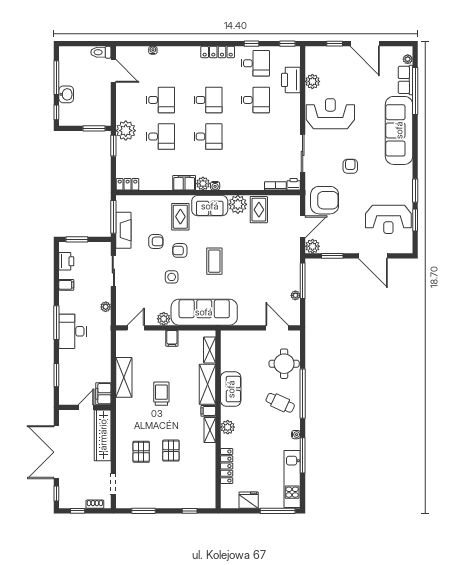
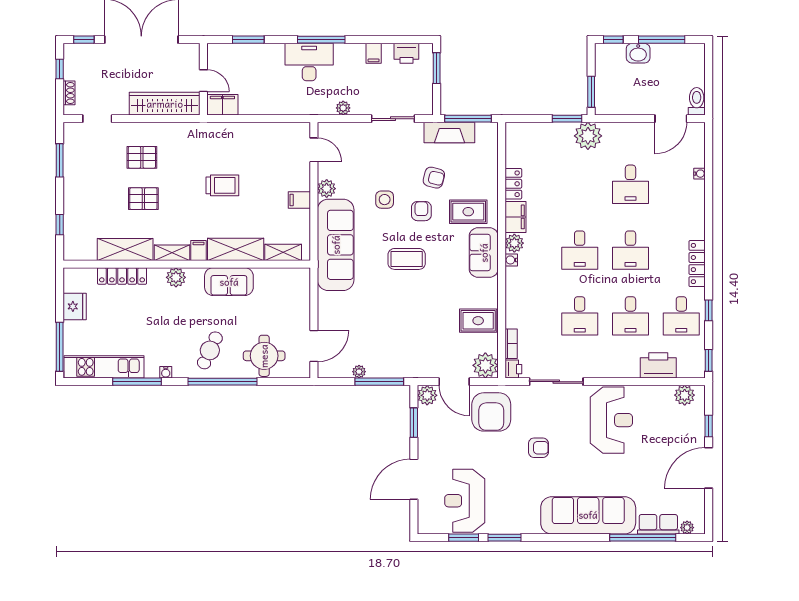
plant: (312, 81) -> (685, 395), moved
desk: (161, 137) -> (580, 316), moved
locker: (128, 184) -> (513, 184), moved
plant: (238, 204) -> (485, 365), moved
armchair: (156, 241) -> (434, 178), turned -76
shelving: (124, 377) -> (125, 249), moved

